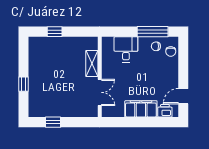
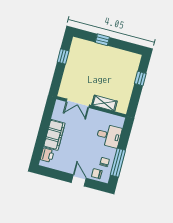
door: (183, 96) -> (79, 180), moved

